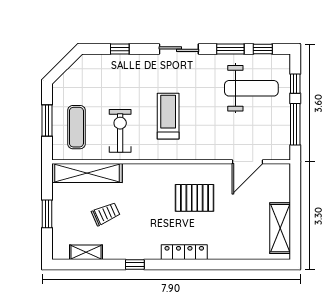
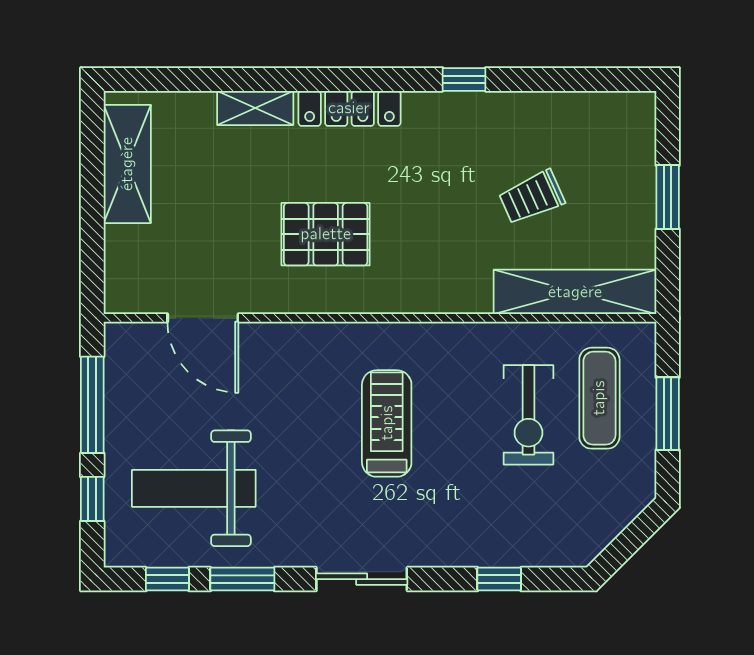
treadmill: (168, 116) -> (387, 423), turned 180
exercise bike: (120, 131) -> (528, 415), moved
door: (247, 162) -> (203, 318), swing flipped
shelving: (86, 252) -> (255, 108), moved

